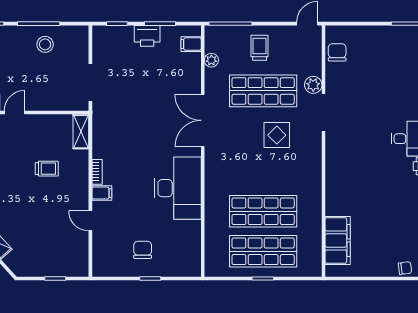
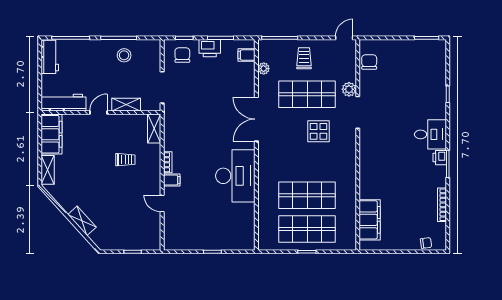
shelving: (47, 103) -> (126, 105), added
chair: (143, 250) -> (182, 55), moved

